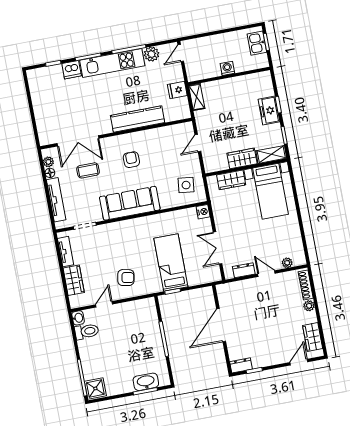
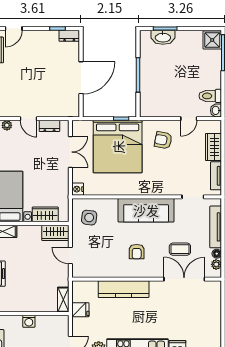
door: (198, 143) -> (70, 255), swing flipped
wardrobe: (242, 158) -> (55, 233), moved
bed: (171, 262) -> (118, 147), width x2.04

